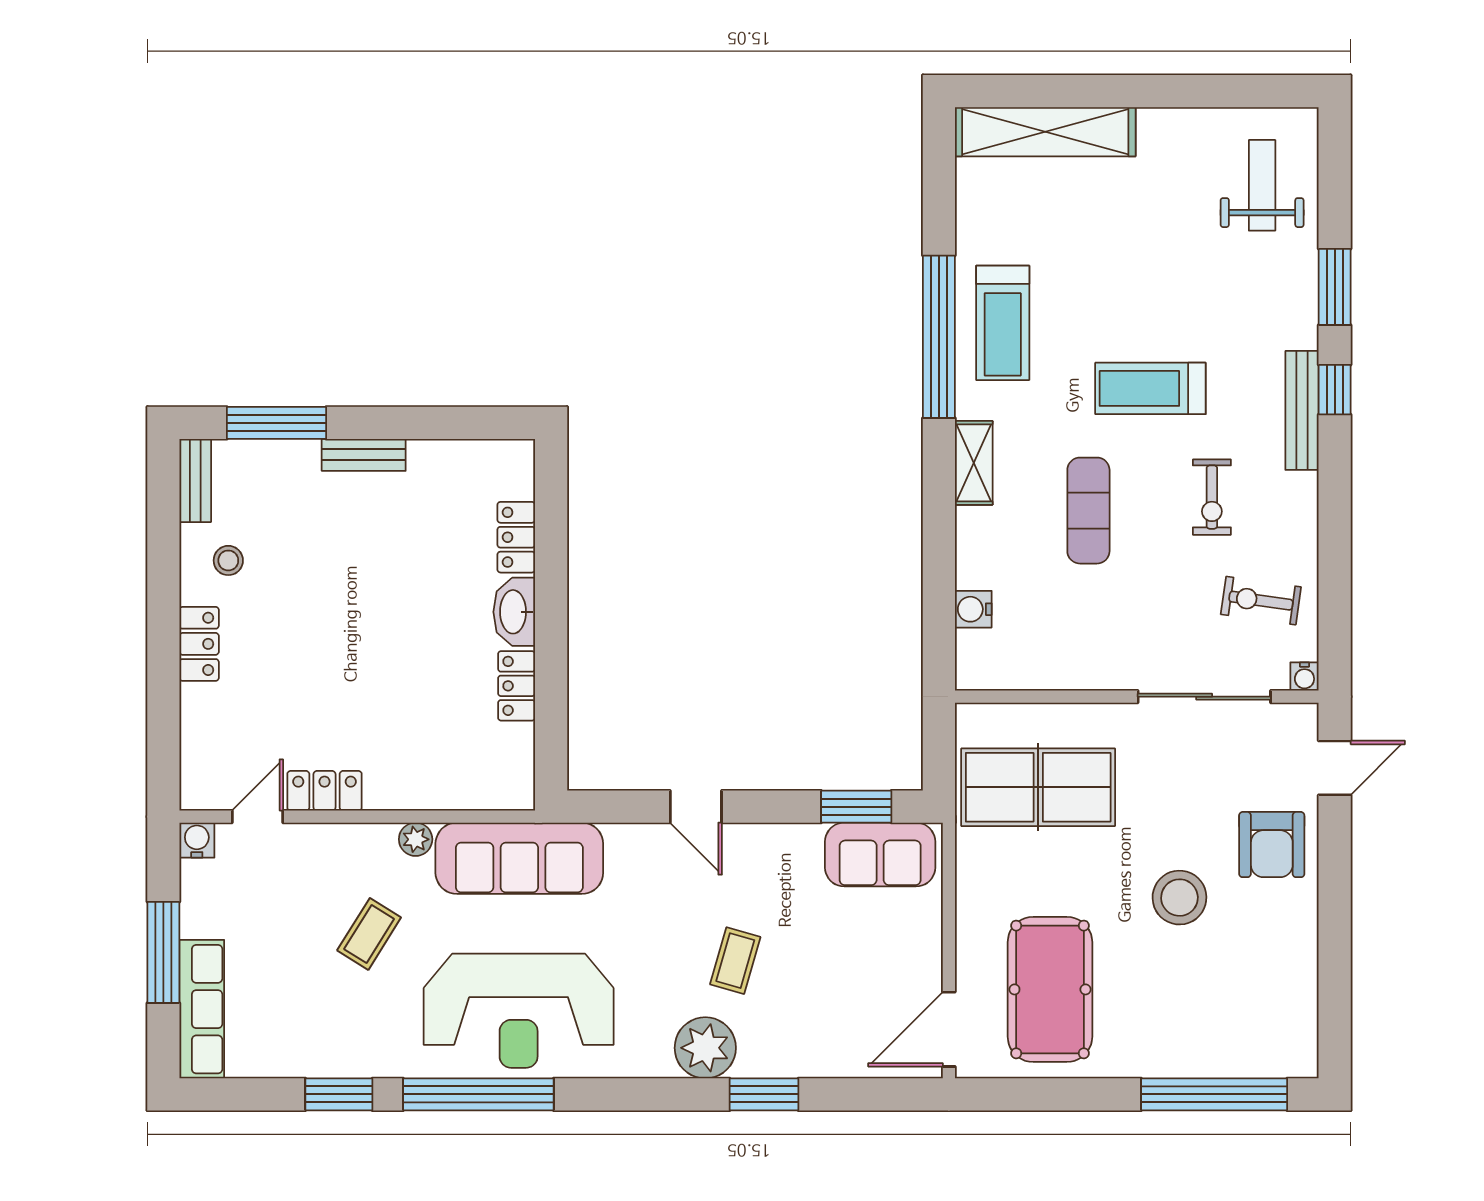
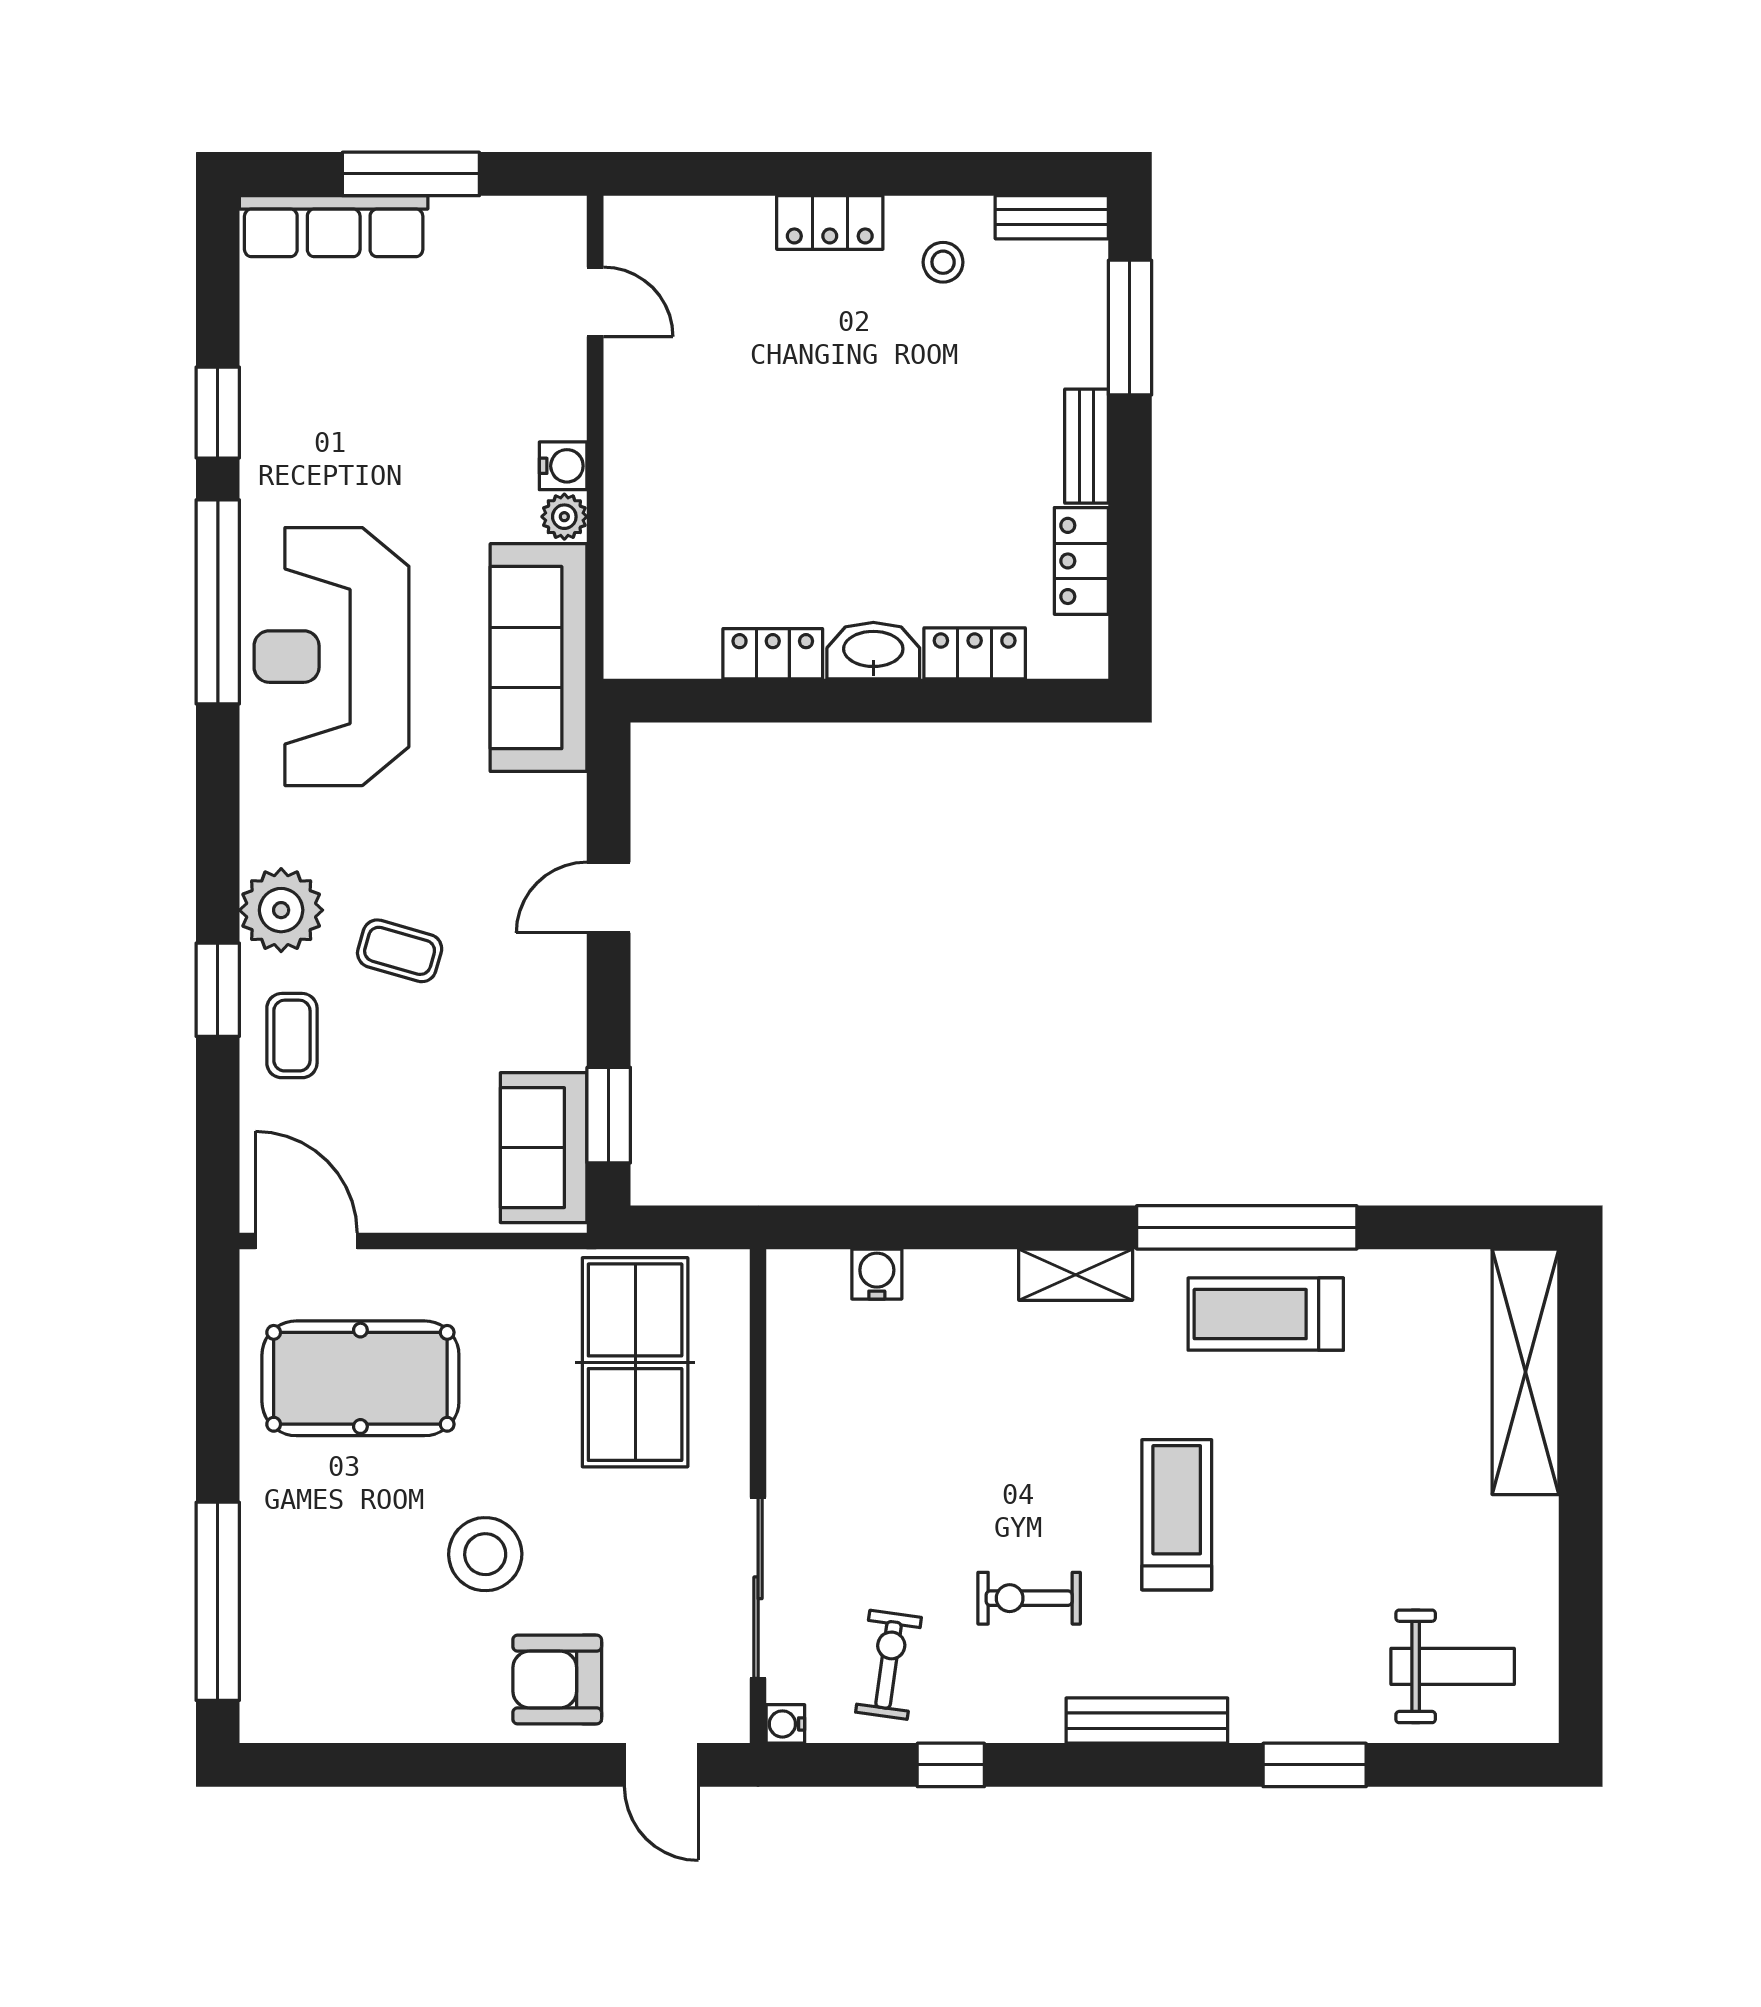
window: (1335, 390) -> (951, 1765), moved
exercise mat: (1088, 511) -> (1011, 1431), removed
locker: (325, 791) -> (1081, 561), moved, turned 180
water cooler: (197, 840) -> (563, 466), moved
coffee table: (369, 934) -> (292, 1036), moved, turned 58

